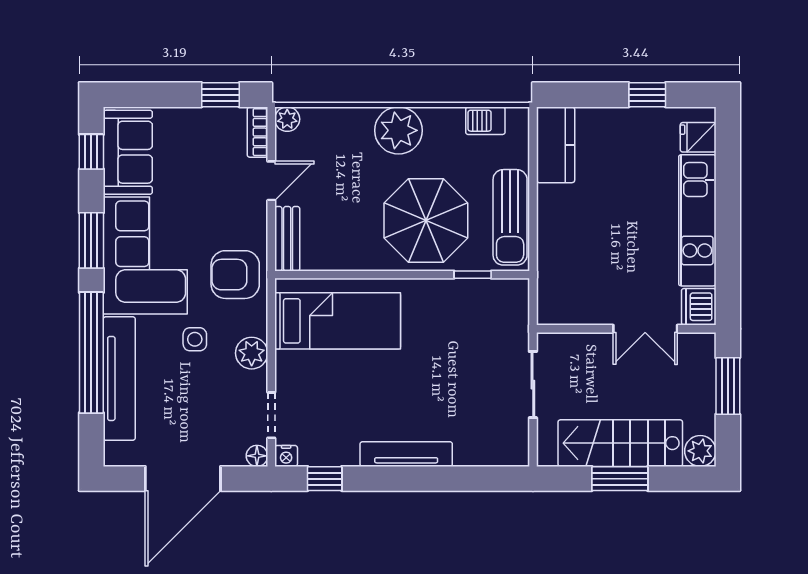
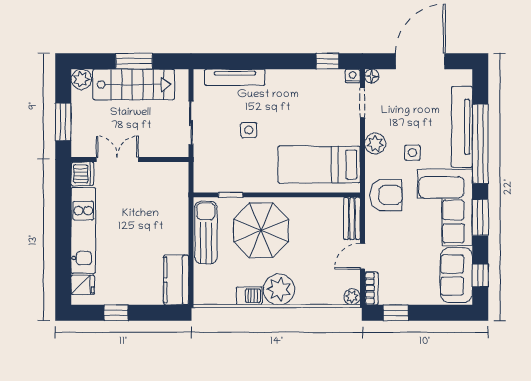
barbecue: (485, 121) -> (249, 296), moved
side table: (445, 374) -> (249, 130), added
tv unit: (406, 454) -> (235, 77), moved

